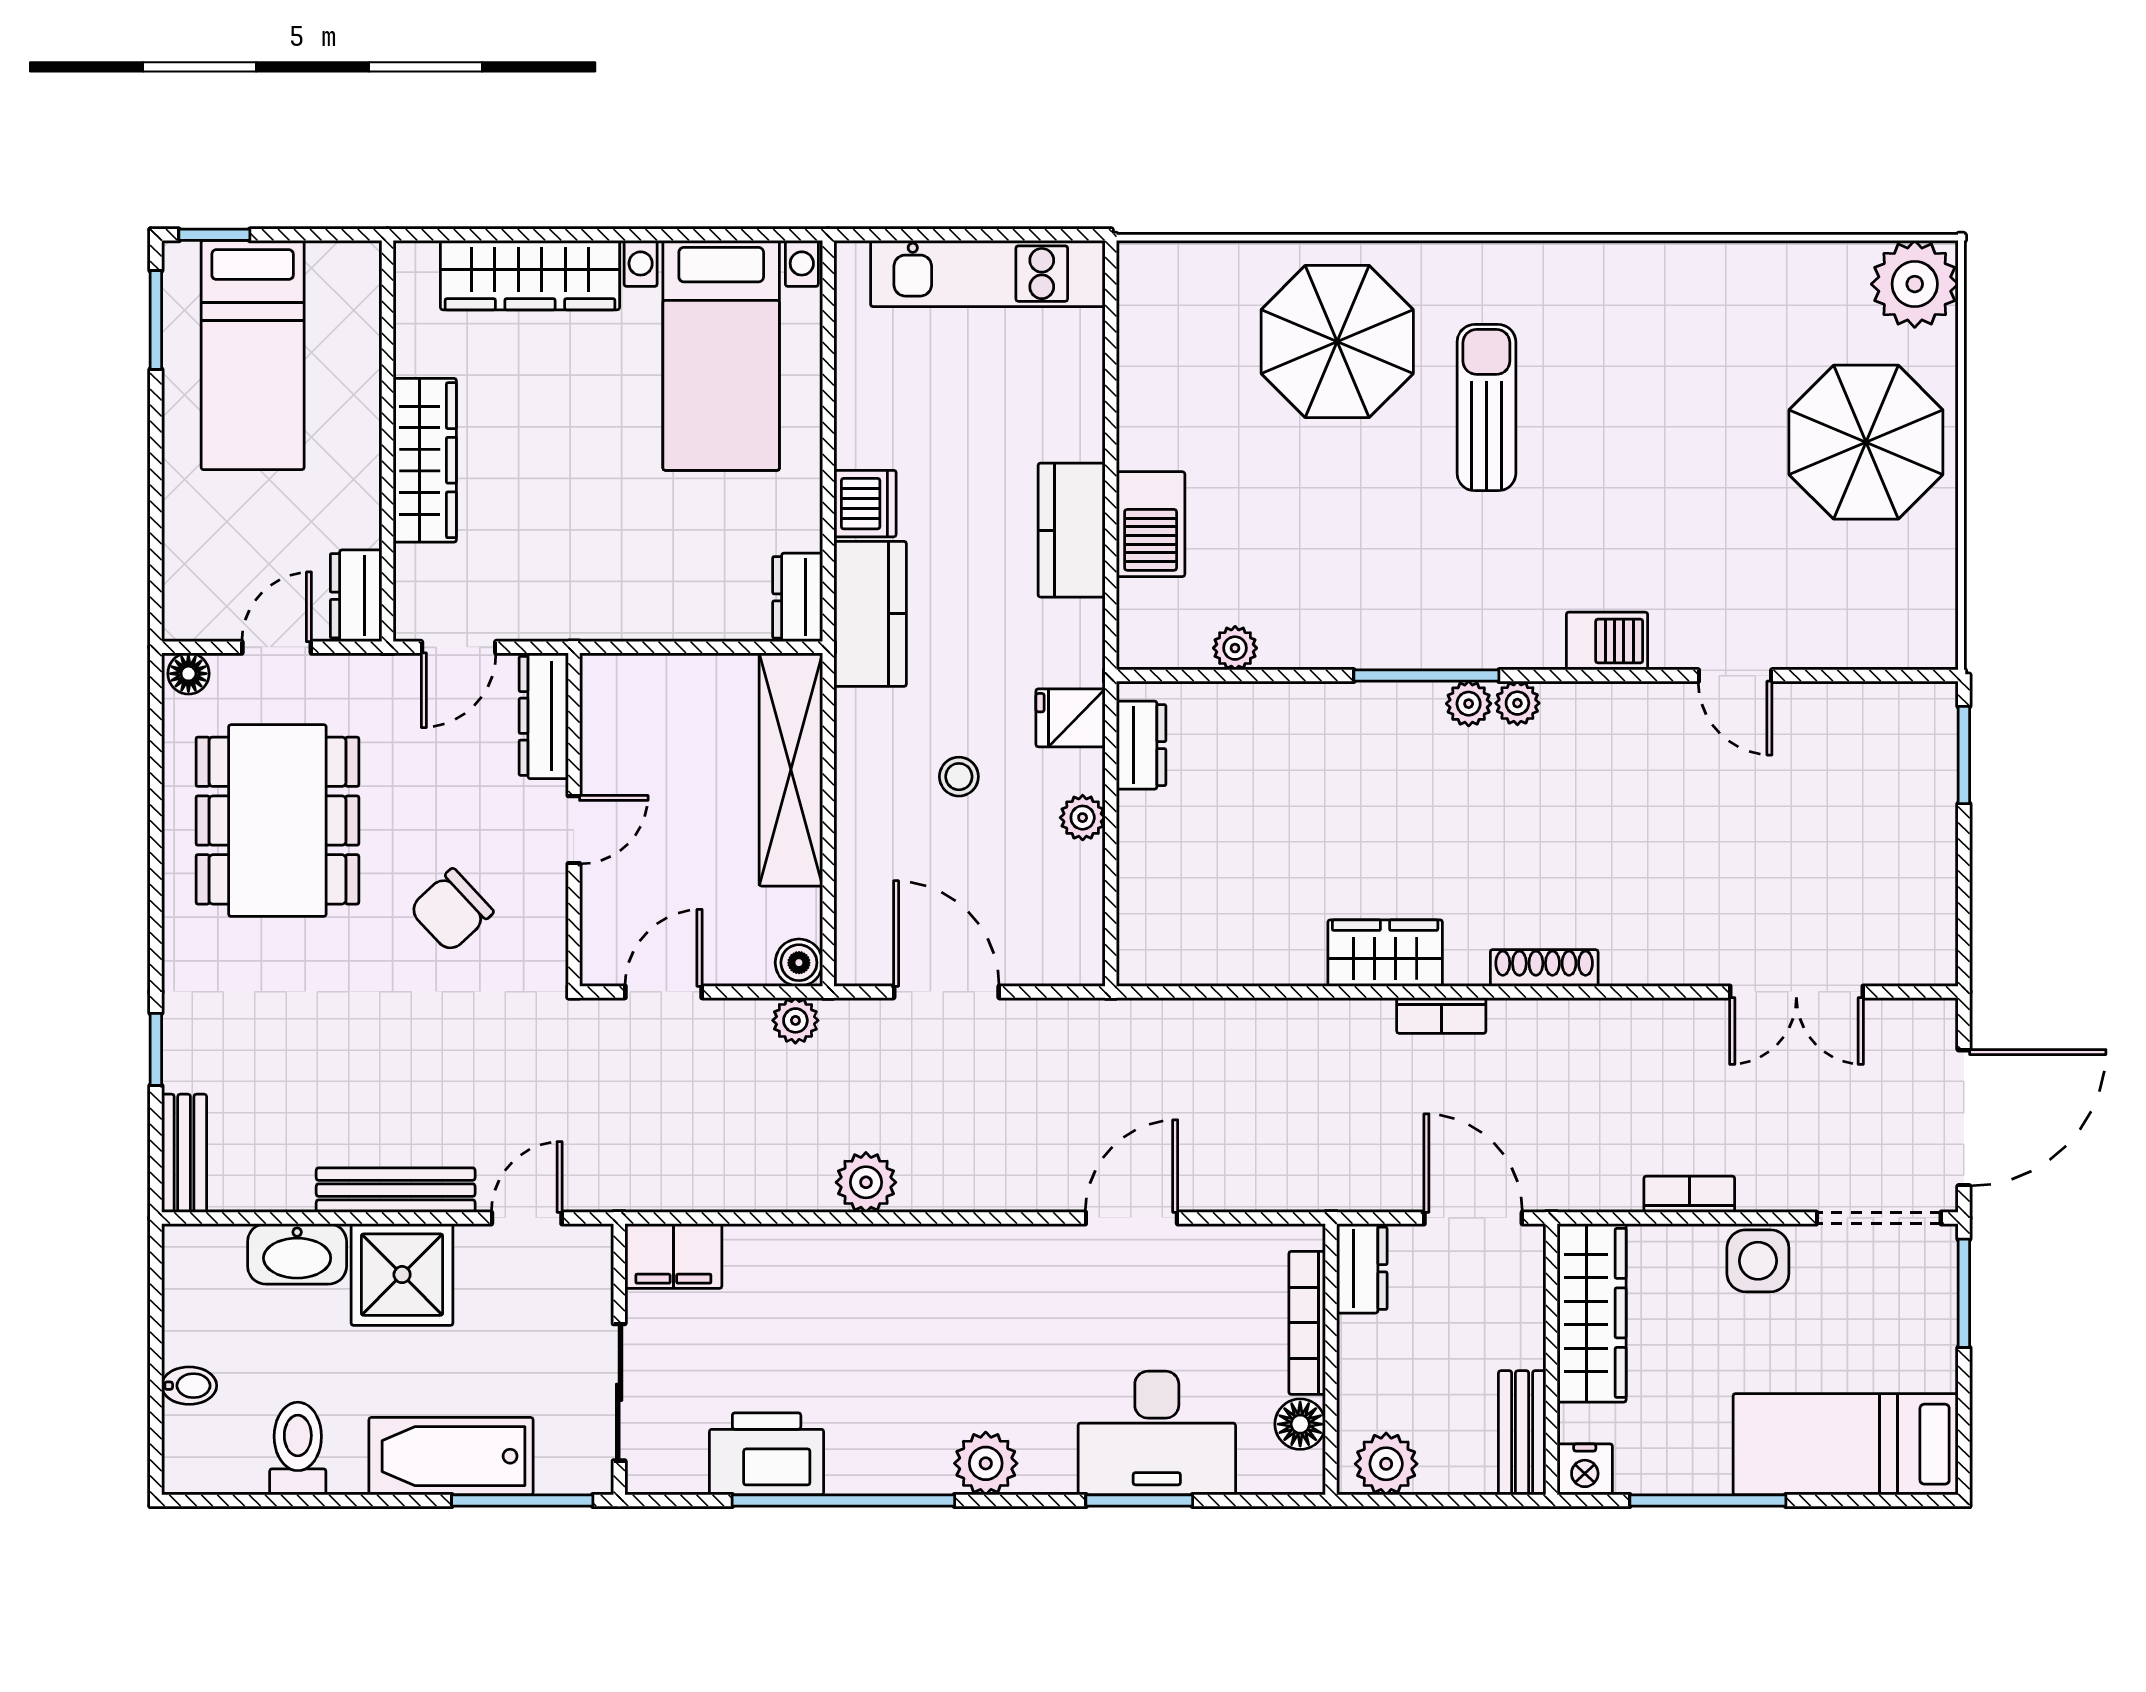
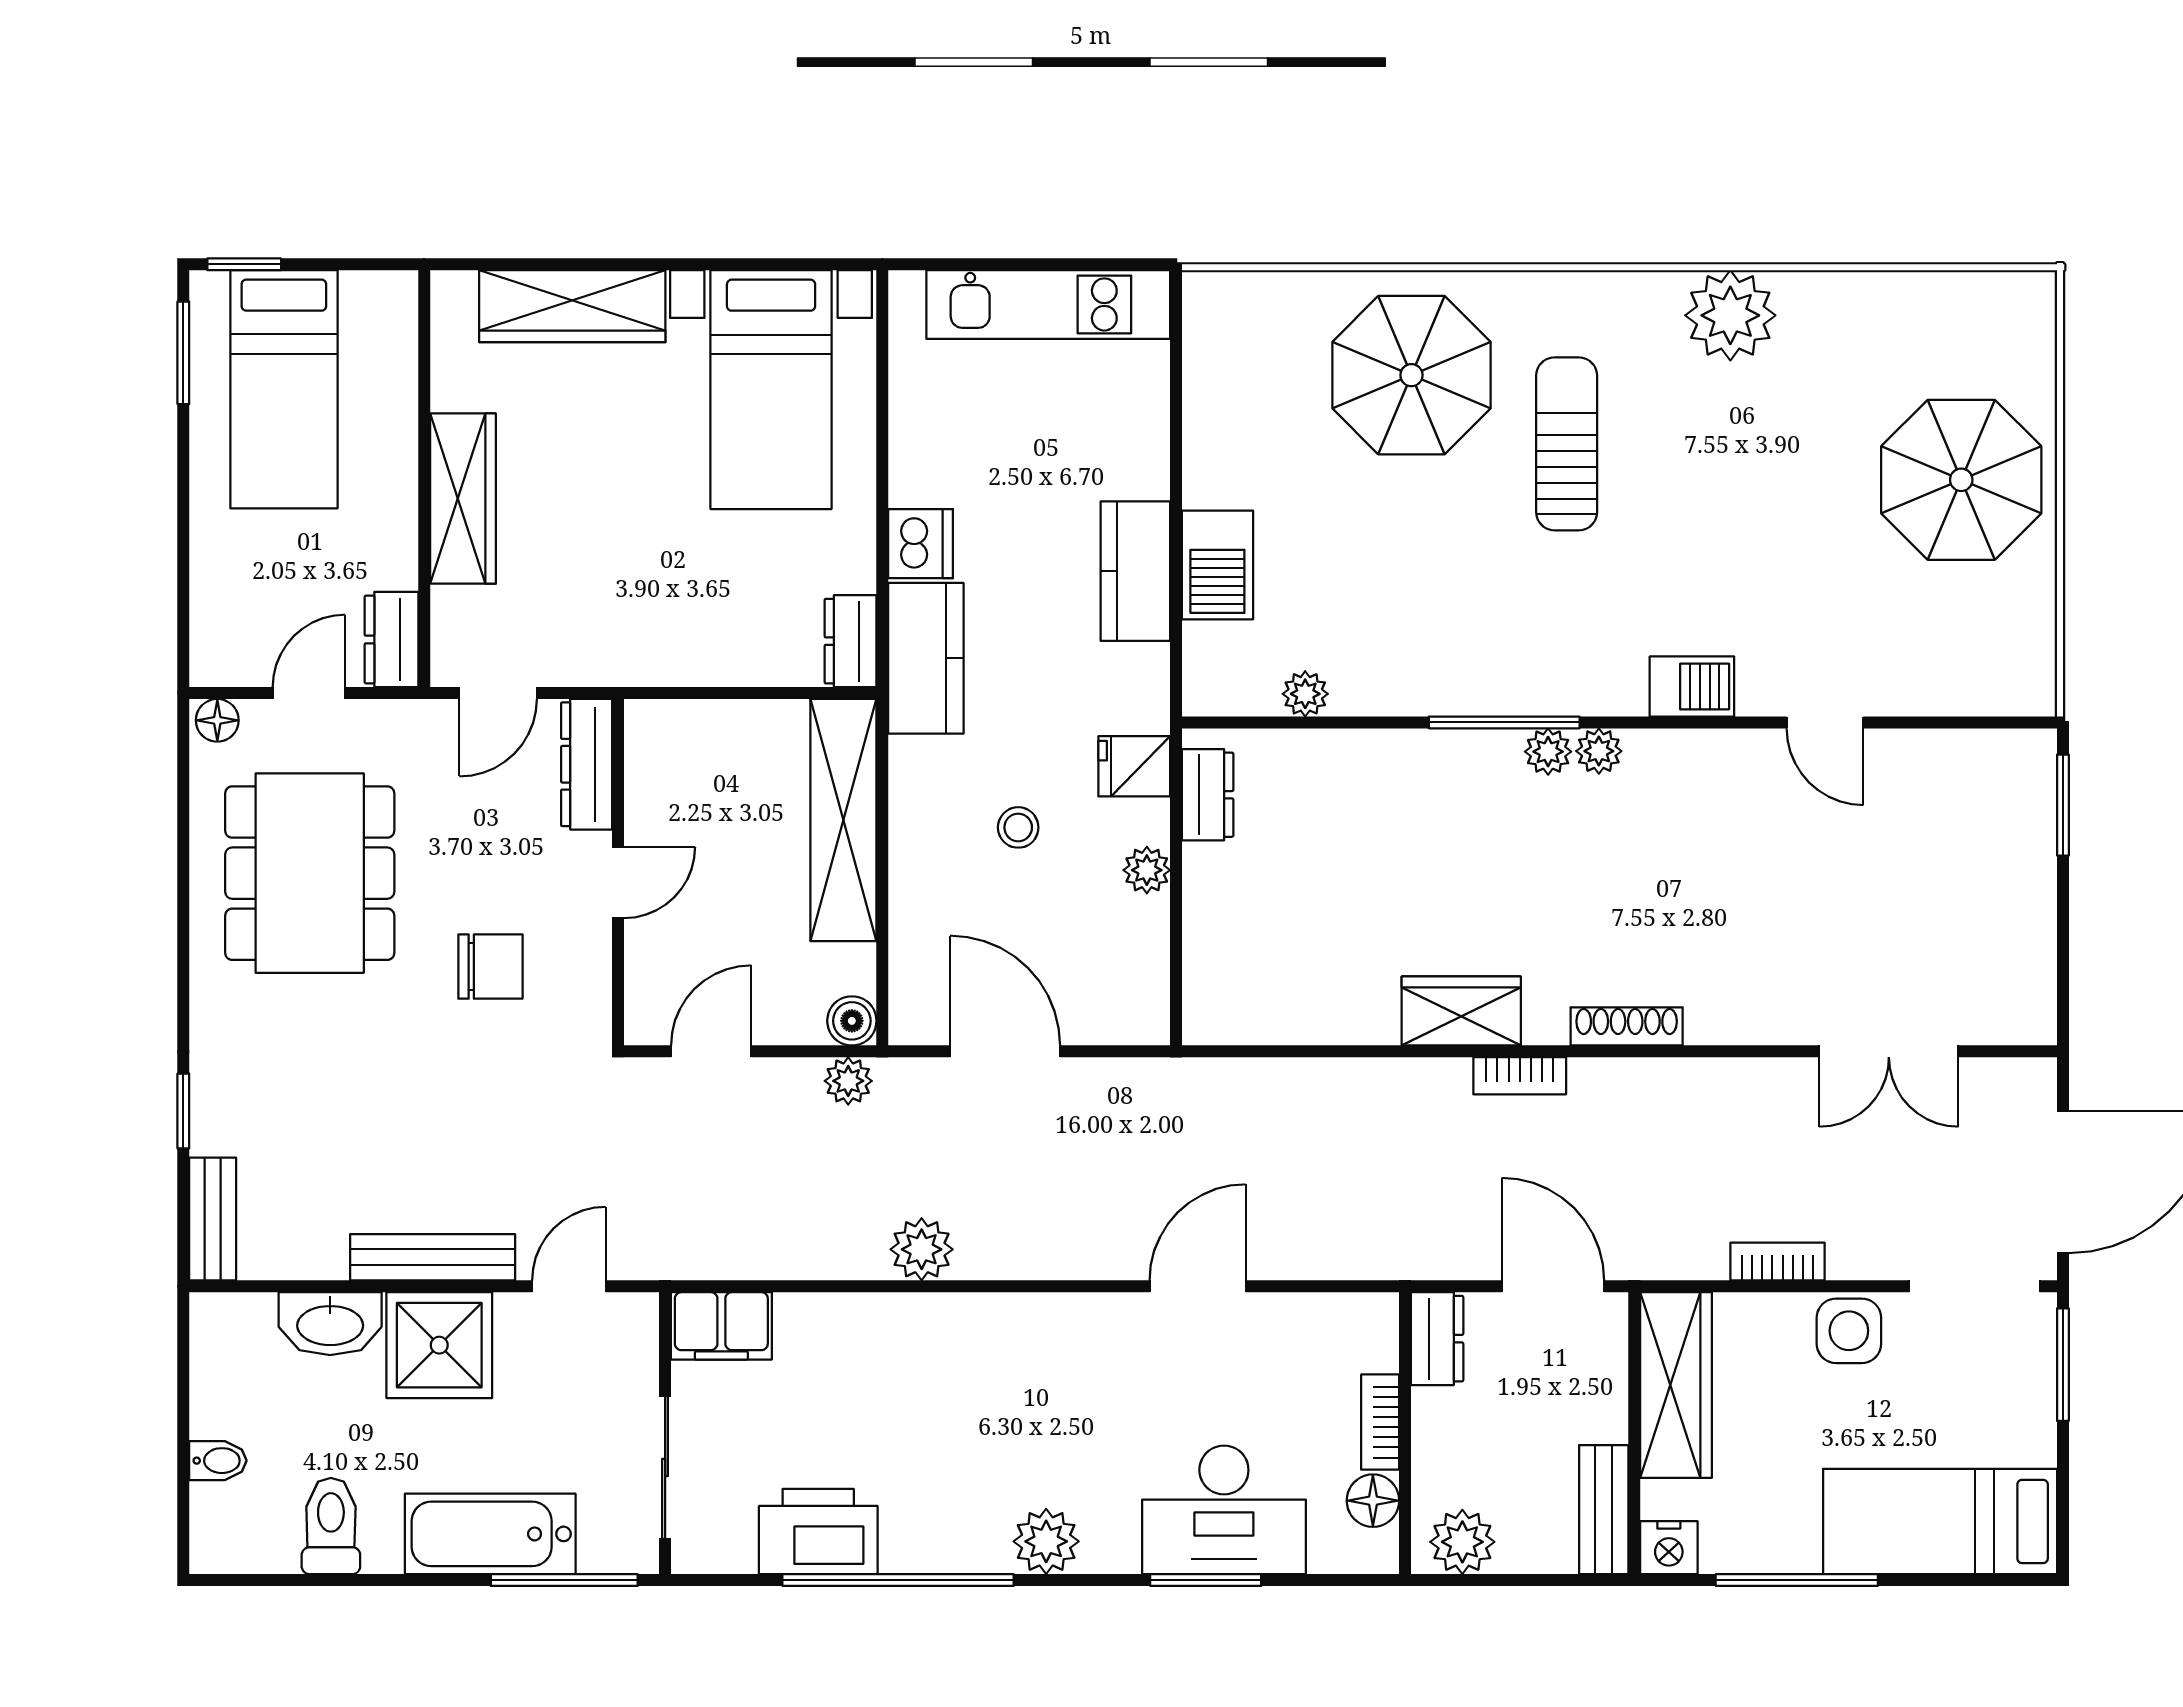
plant: (1915, 284) -> (1730, 315), moved
chair: (451, 910) -> (490, 967), turned -137
bookcase: (1307, 1323) -> (1380, 1422), width x0.64

